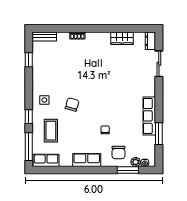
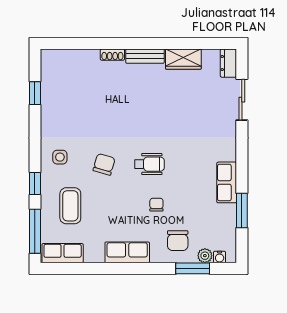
bench: (44, 36) -> (145, 56), moved
wheelchair: (101, 104) -> (149, 164), added
row of seats: (149, 116) -> (227, 182), width x0.68

